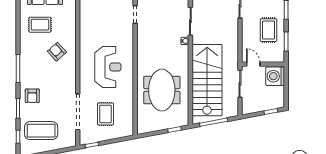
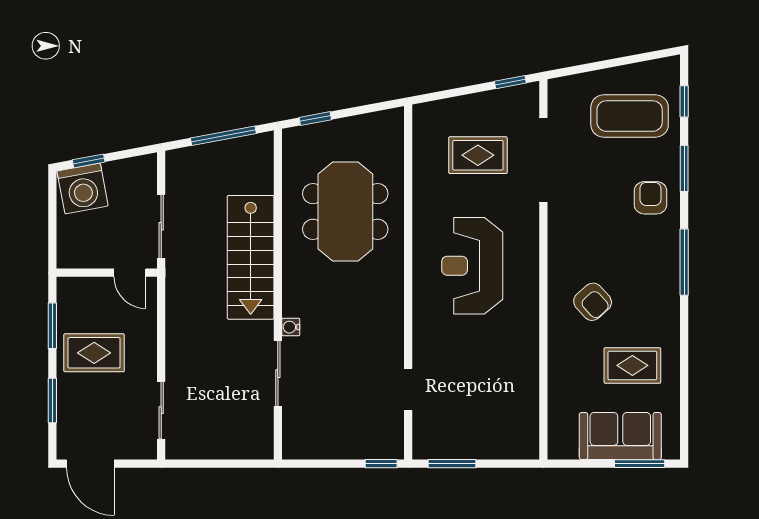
rug: (268, 30) -> (94, 353), turned 90
washing machine: (275, 76) -> (83, 188), moved, turned 79
stairs: (207, 80) -> (251, 257), width x0.73, depth x0.66
rug: (106, 114) -> (478, 155), turned 90

